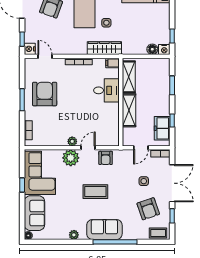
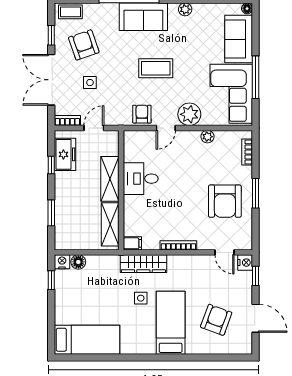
desk: (106, 90) -> (141, 179), moved
plant: (72, 141) -> (207, 137), moved
window: (22, 185) -> (256, 77), width x2.17

